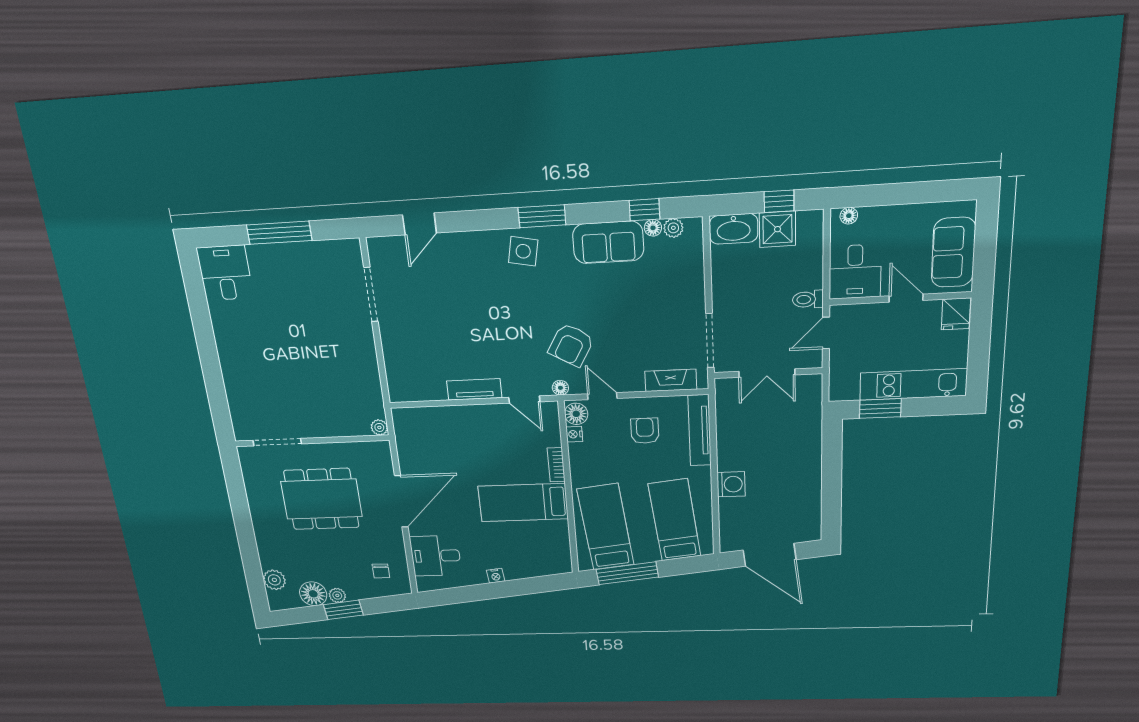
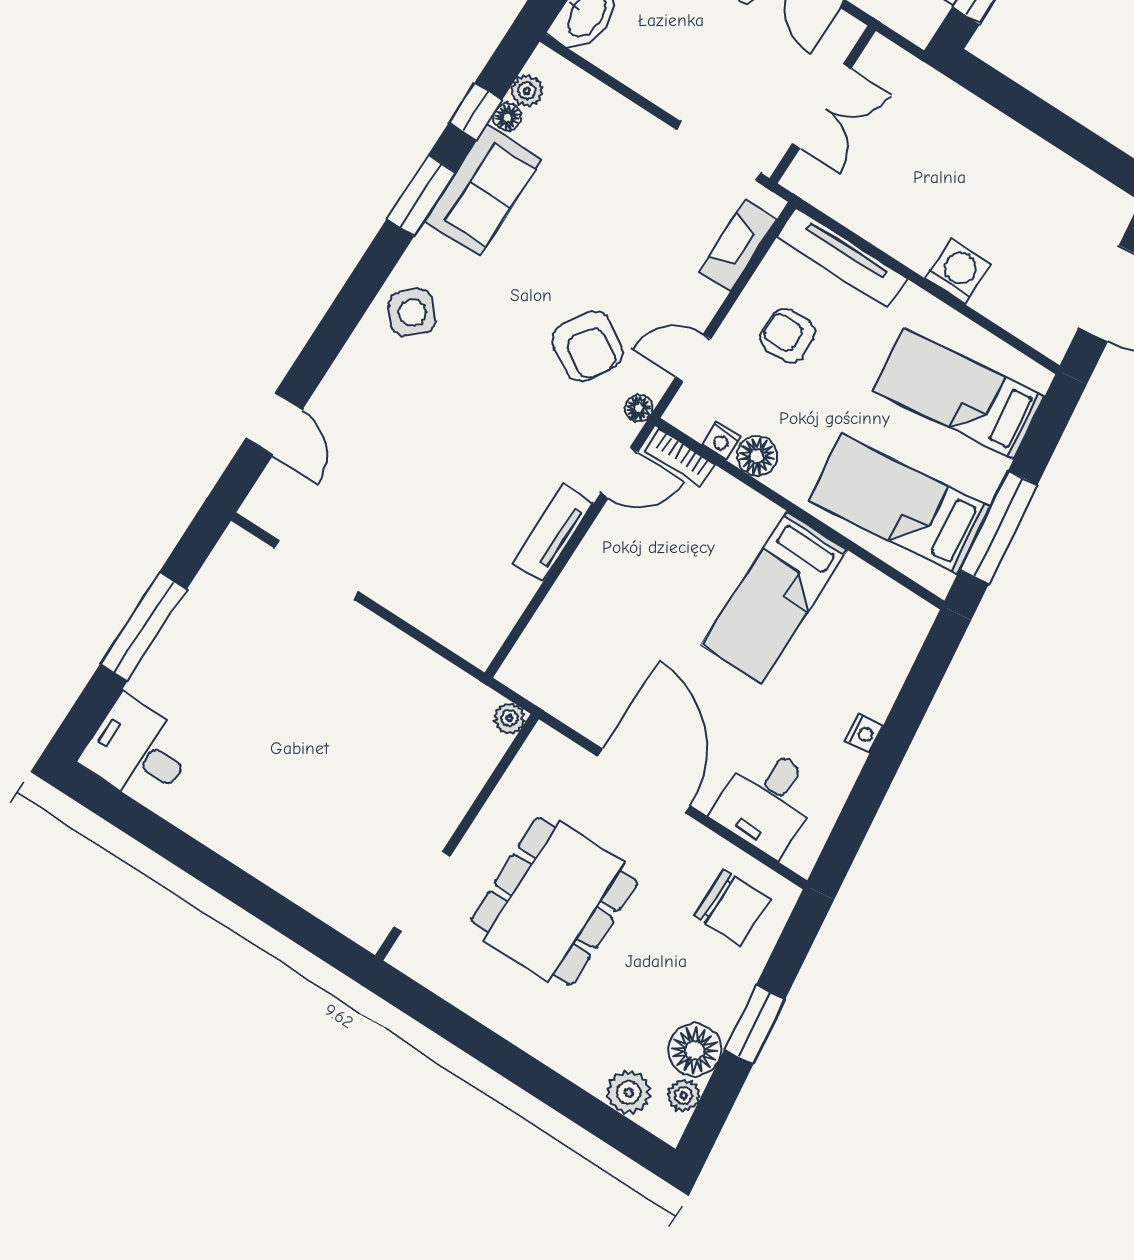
window: (542, 216) -> (421, 196), moved
side table: (523, 251) -> (412, 313), turned 37
floor lamp: (576, 414) -> (757, 456), moved
bookcase: (556, 465) -> (680, 458), moved
chair: (381, 571) -> (732, 908), width x1.87, depth x1.87
plant: (337, 595) -> (684, 1096), moved

